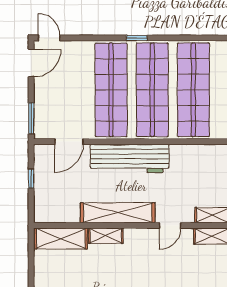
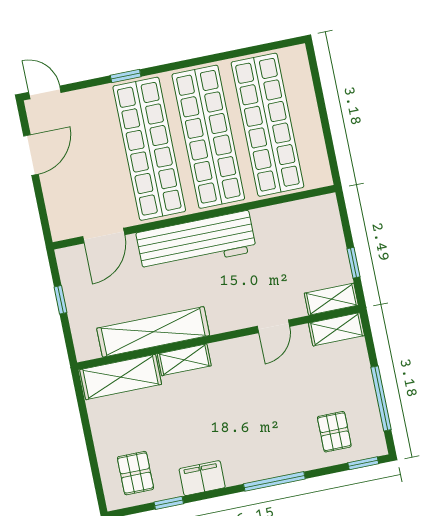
window: (137, 38) -> (126, 76), moved
door: (31, 63) -> (31, 155), moved
window: (31, 118) -> (43, 213), removed
shelving: (118, 213) -> (153, 332), moved

